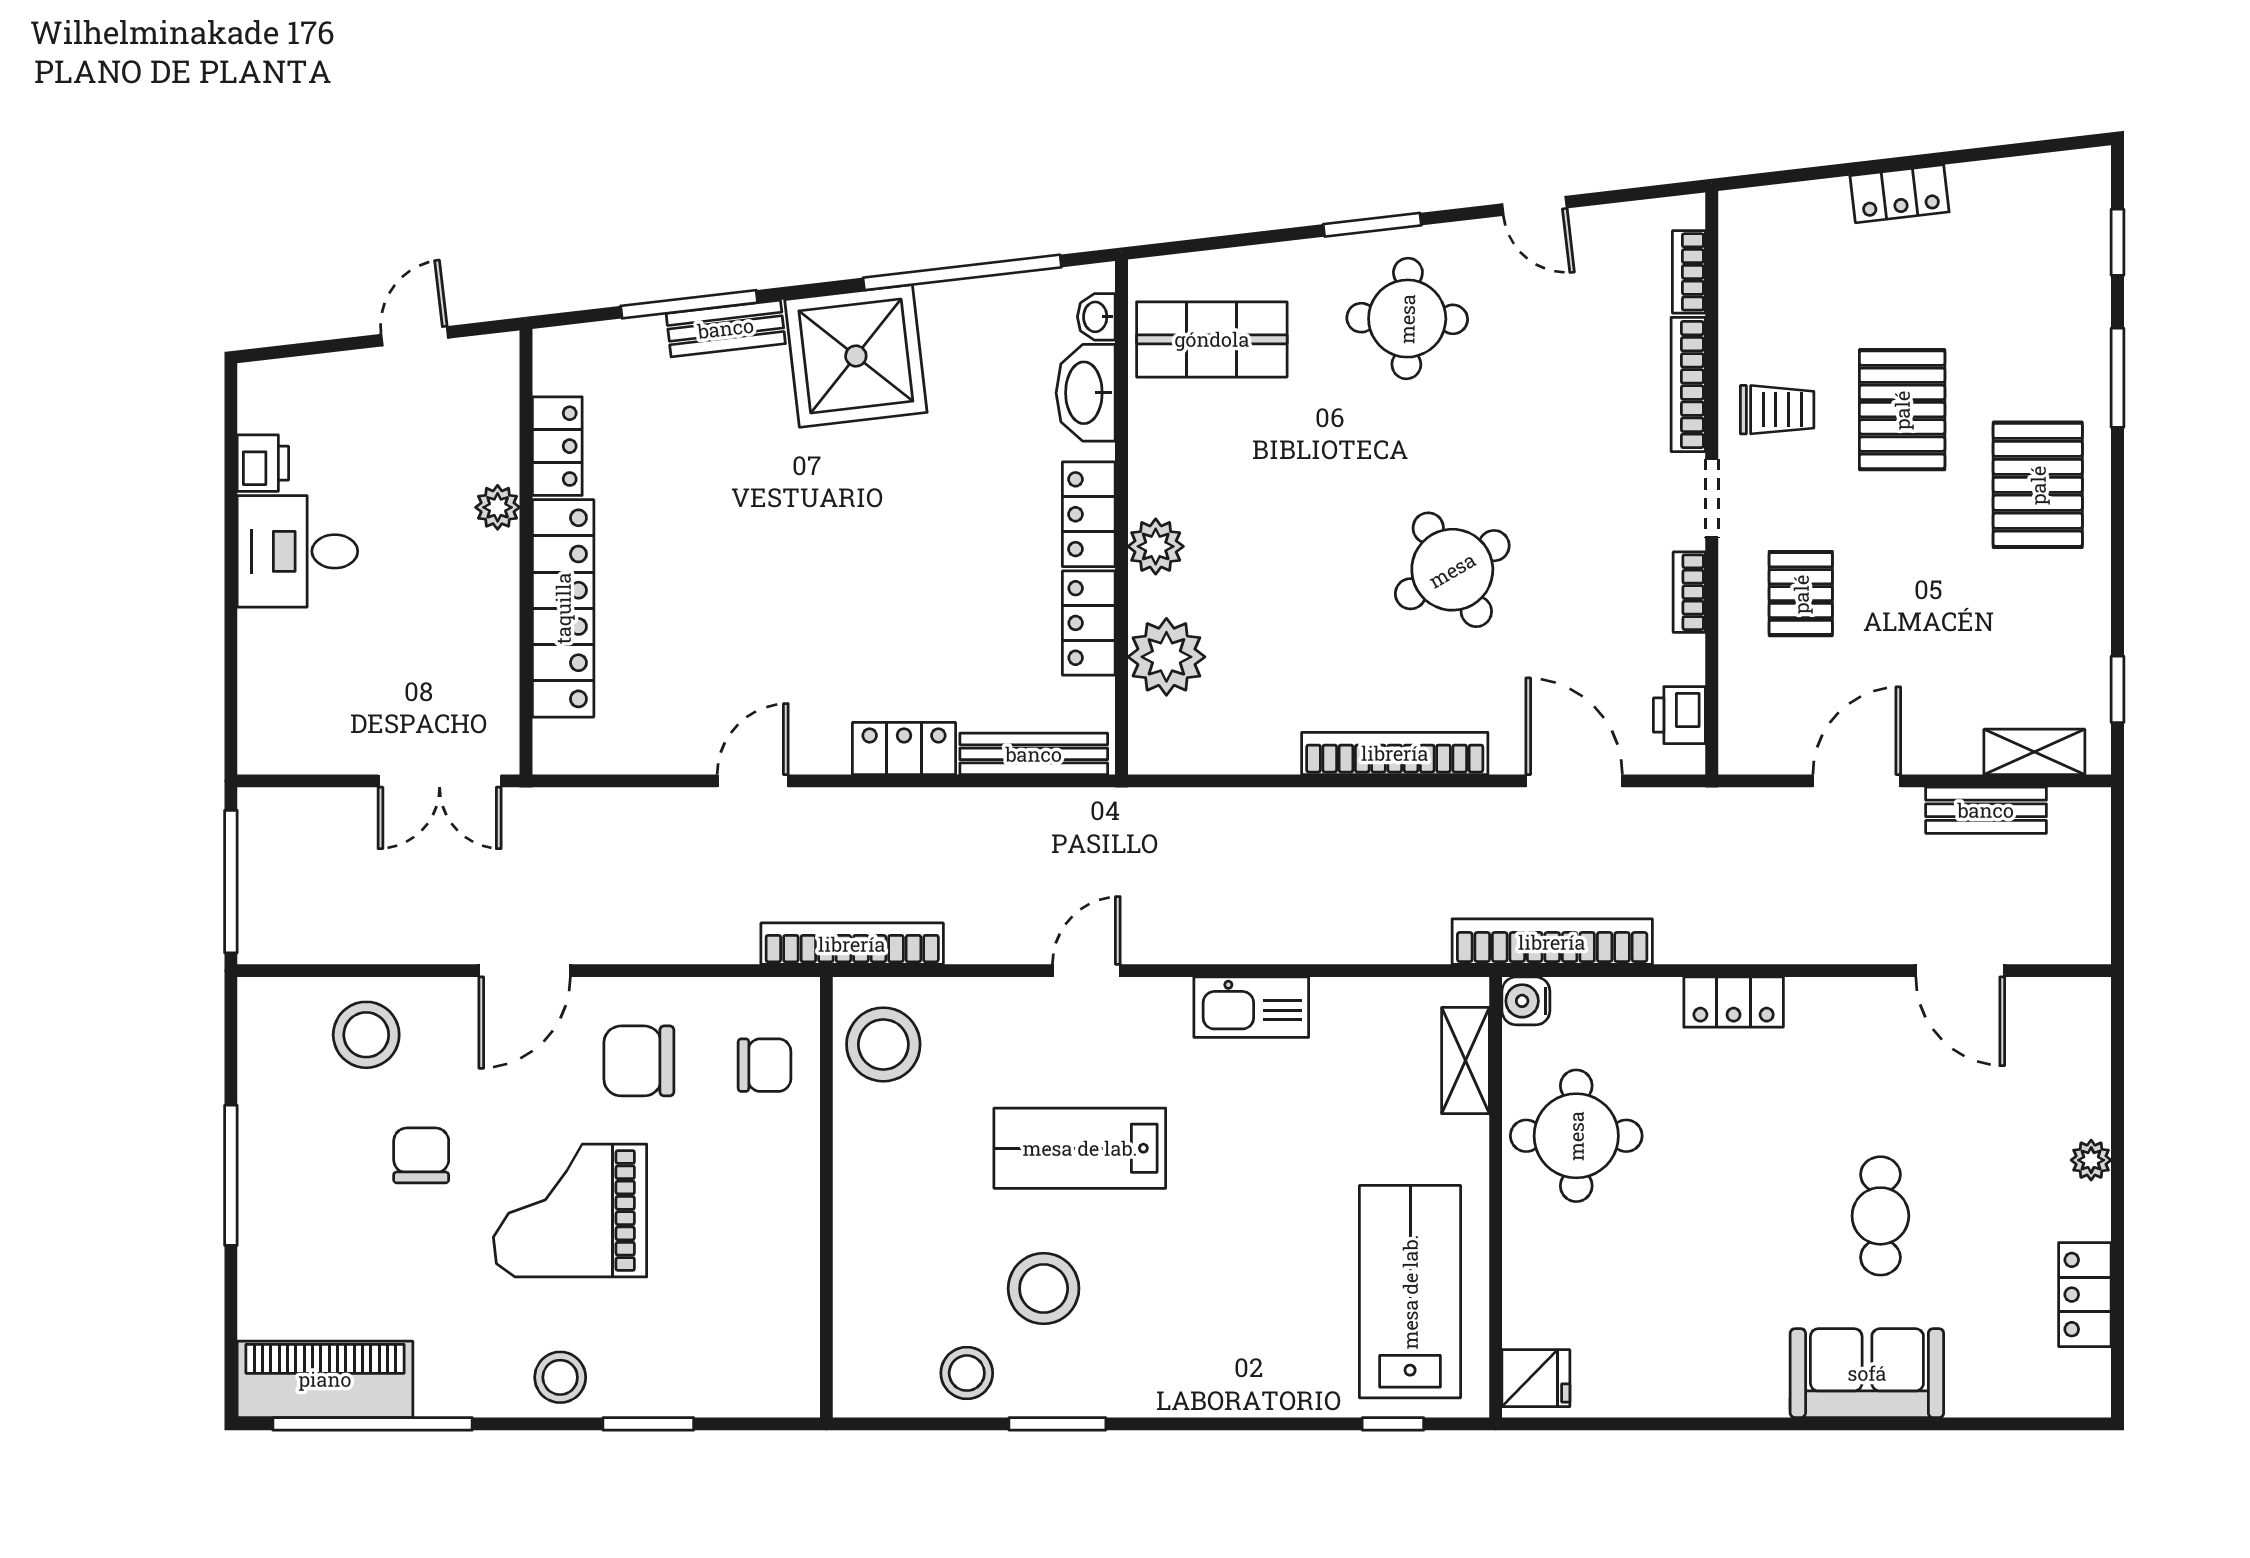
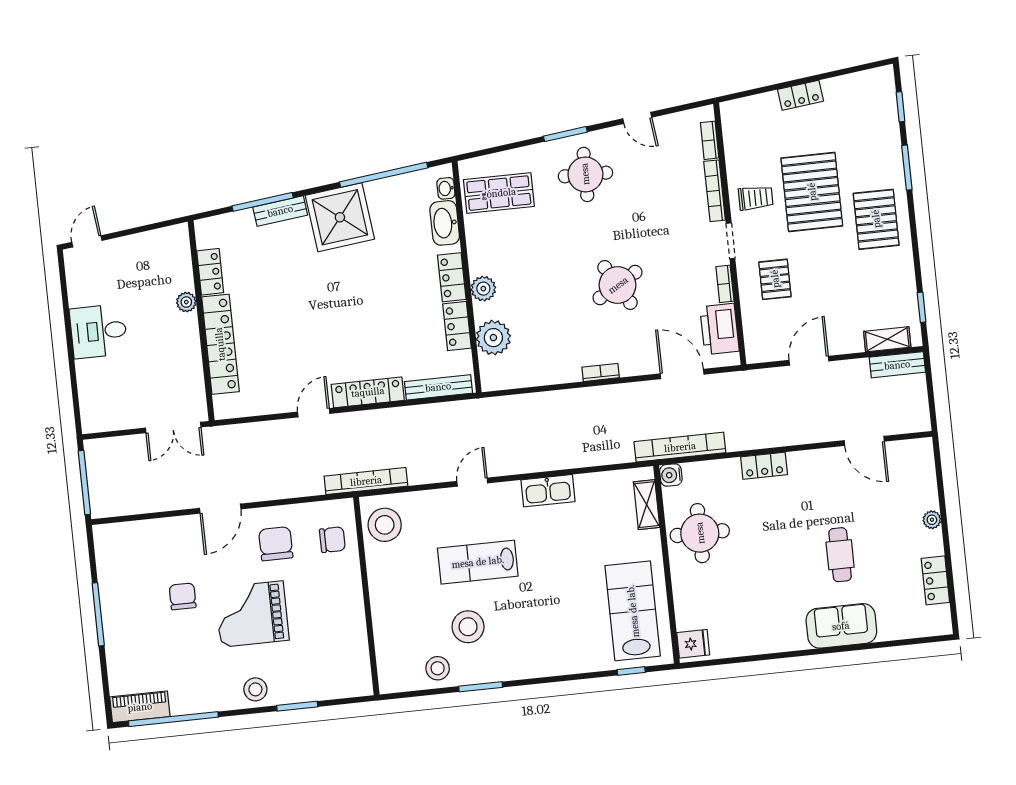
door: (415, 336) -> (87, 241), moved
pallet: (1902, 410) -> (812, 192), width x1.37, depth x1.41
printer: (263, 463) -> (79, 293), removed
printer: (1679, 715) -> (719, 329), width x1.87, depth x1.48
locker: (904, 749) -> (368, 392), width x1.53
bookcase: (1395, 753) -> (601, 372), width x0.43, depth x0.76
bench: (1986, 810) -> (897, 365), moved
stool: (366, 1035) -> (152, 545), removed
chair: (639, 1061) -> (276, 544), turned 90
piano: (325, 1379) -> (140, 707), width x0.73, depth x0.75

